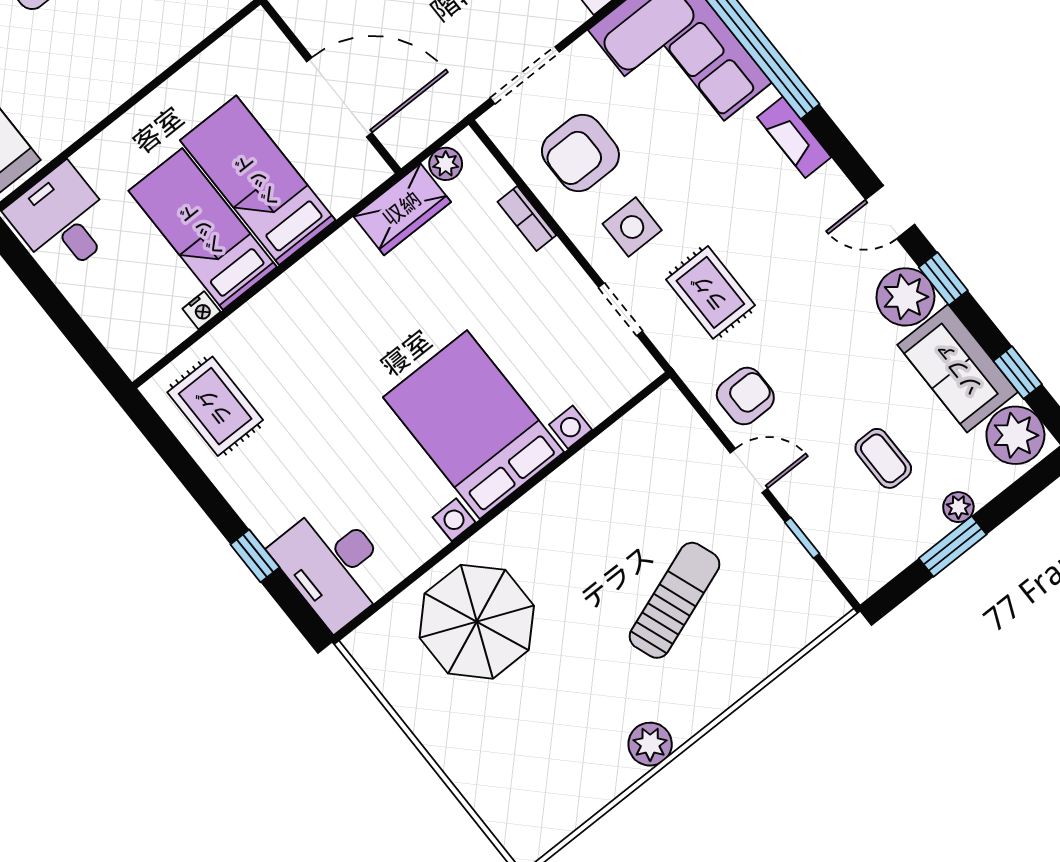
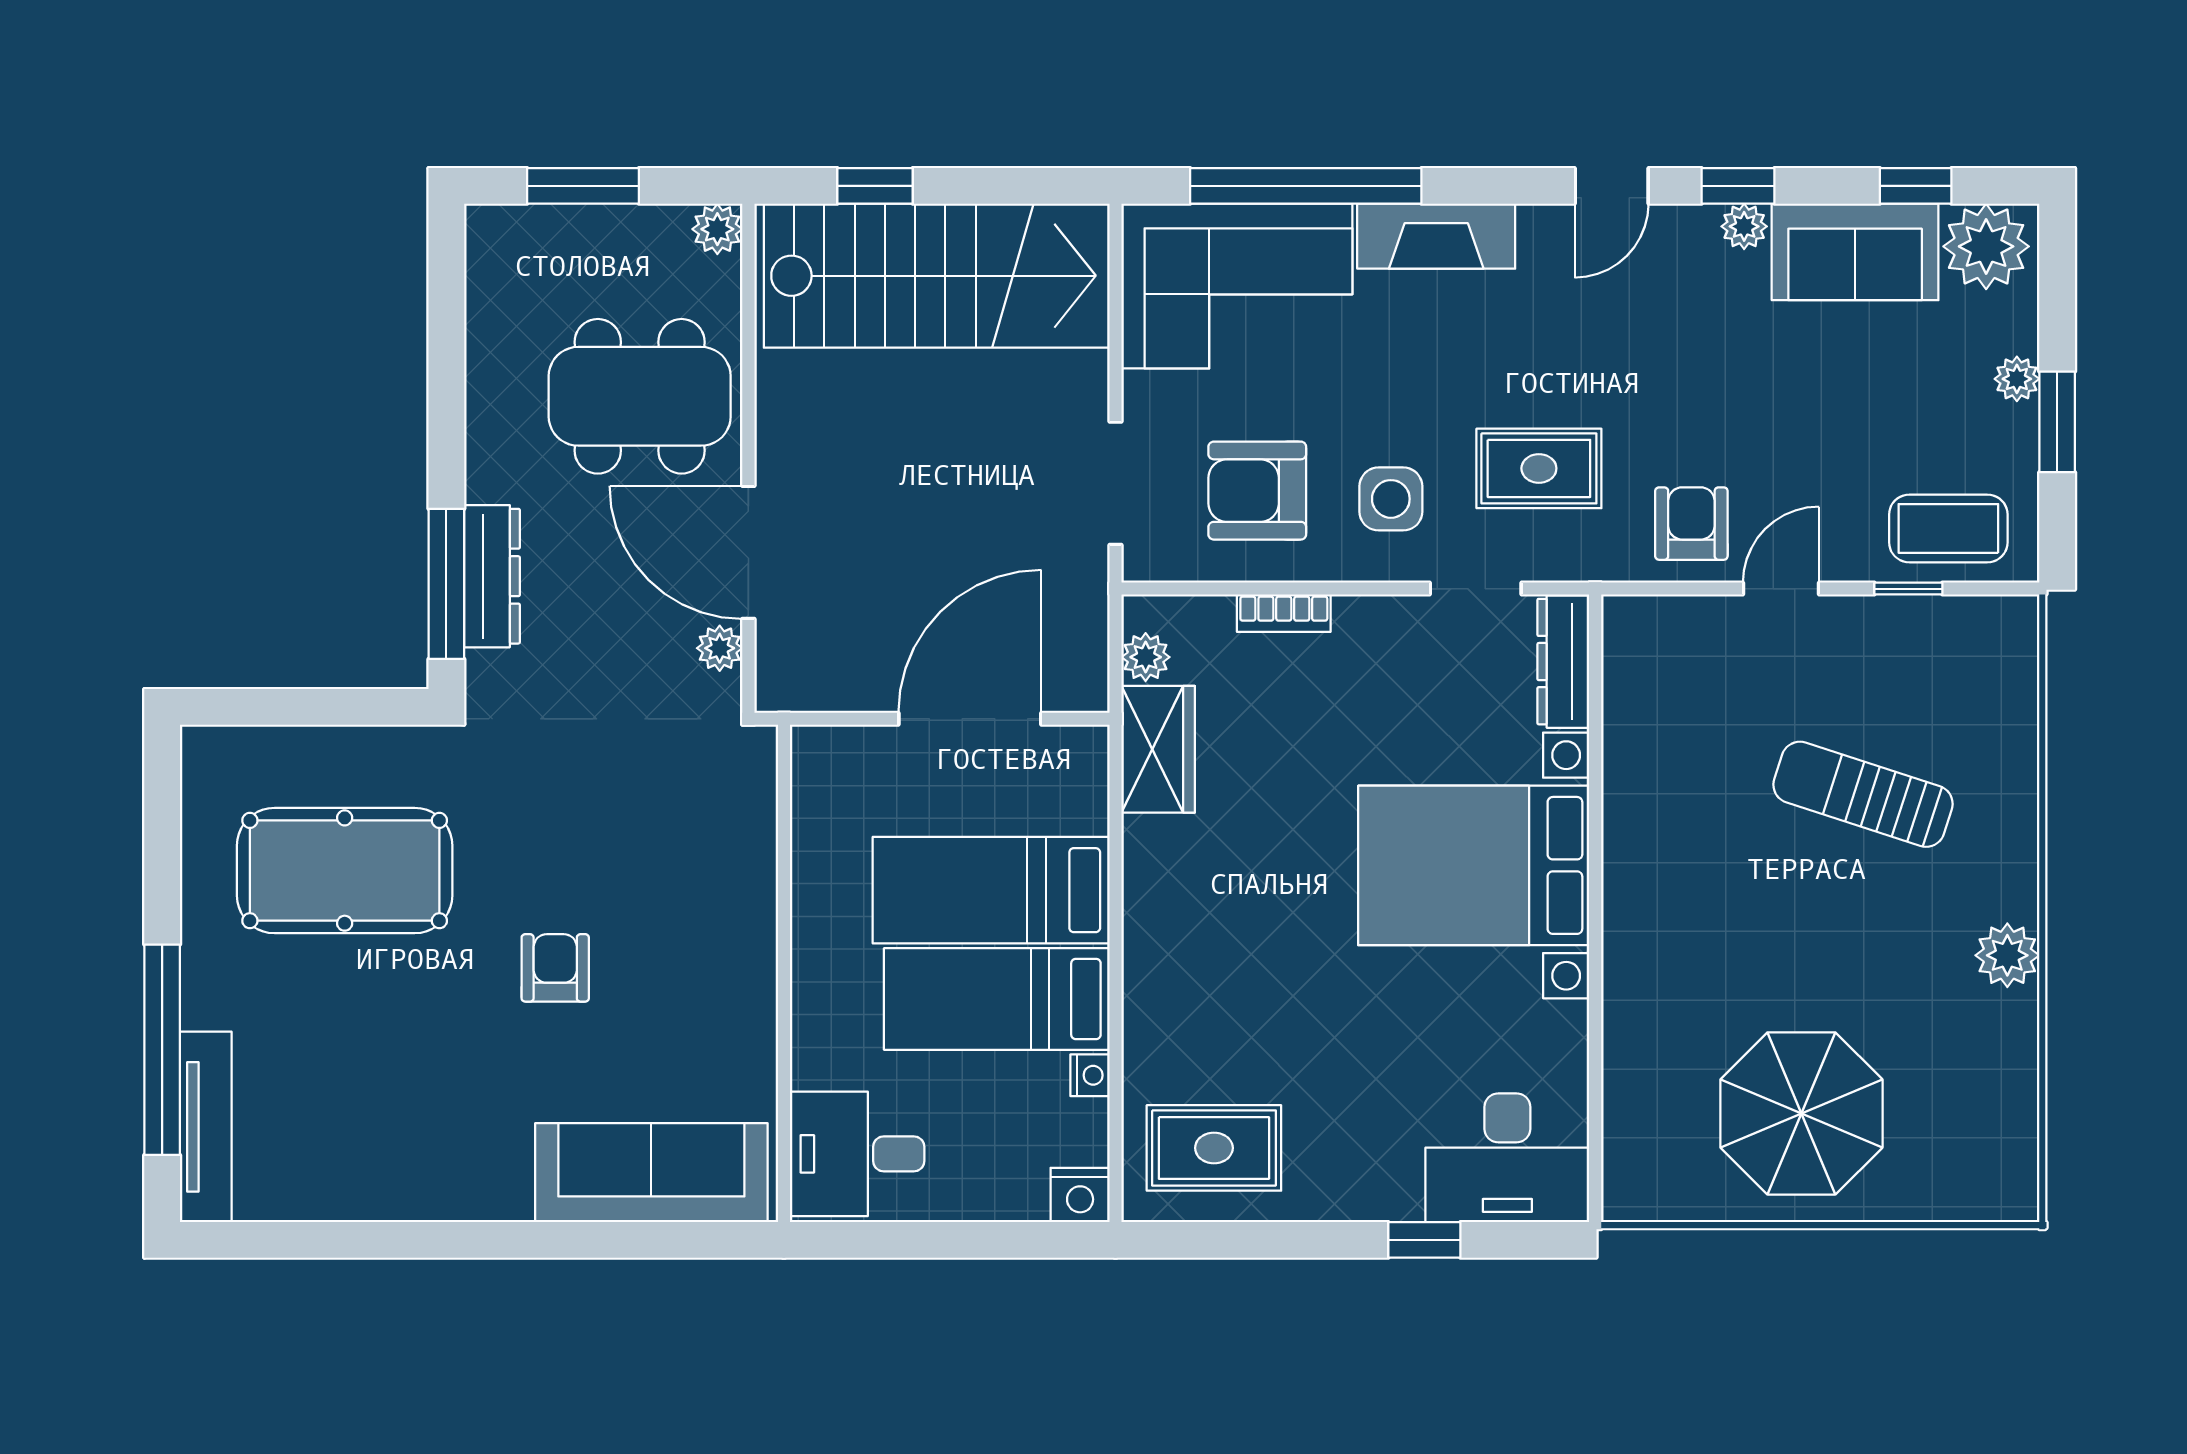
fireplace: (794, 137) -> (1436, 236), width x1.37, depth x1.32
armchair: (580, 153) -> (1257, 491), turned 90
plant: (905, 297) -> (1744, 226), width x0.53, depth x0.53
nightstand: (134, 355) -> (1080, 1195), added
dresser: (619, 386) -> (1563, 662), added
coffee table: (883, 458) -> (1948, 528), moved, width x1.36, depth x1.30
sun lounger: (674, 600) -> (1863, 794), turned -52
parasol: (477, 622) -> (1801, 1113), moved

